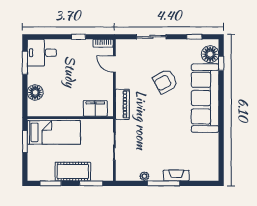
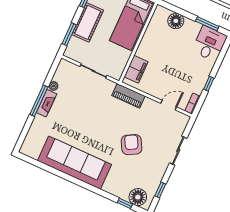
sofa: (205, 98) -> (74, 163), moved
fireplace: (176, 175) -> (46, 103), moved

